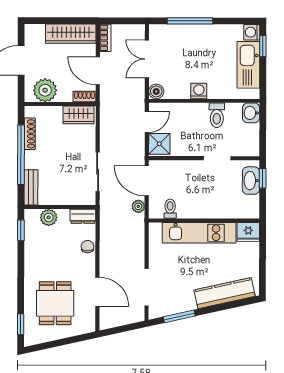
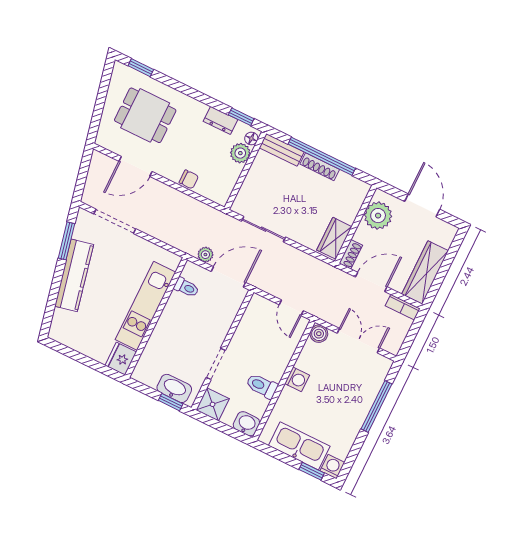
shoe rack: (30, 134) -> (320, 167), moved
shower: (159, 144) -> (213, 404), moved
floor lamp: (34, 214) -> (251, 138), added
dresser: (83, 216) -> (220, 120), moved, turned -90
kitchen counter: (225, 293) -> (74, 275), moved

